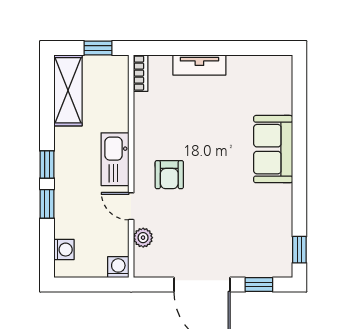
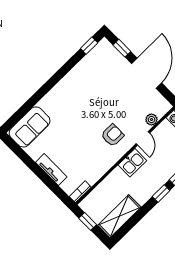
sofa: (273, 149) -> (30, 127), moved
kitchen sink: (115, 159) -> (132, 163), width x0.73

